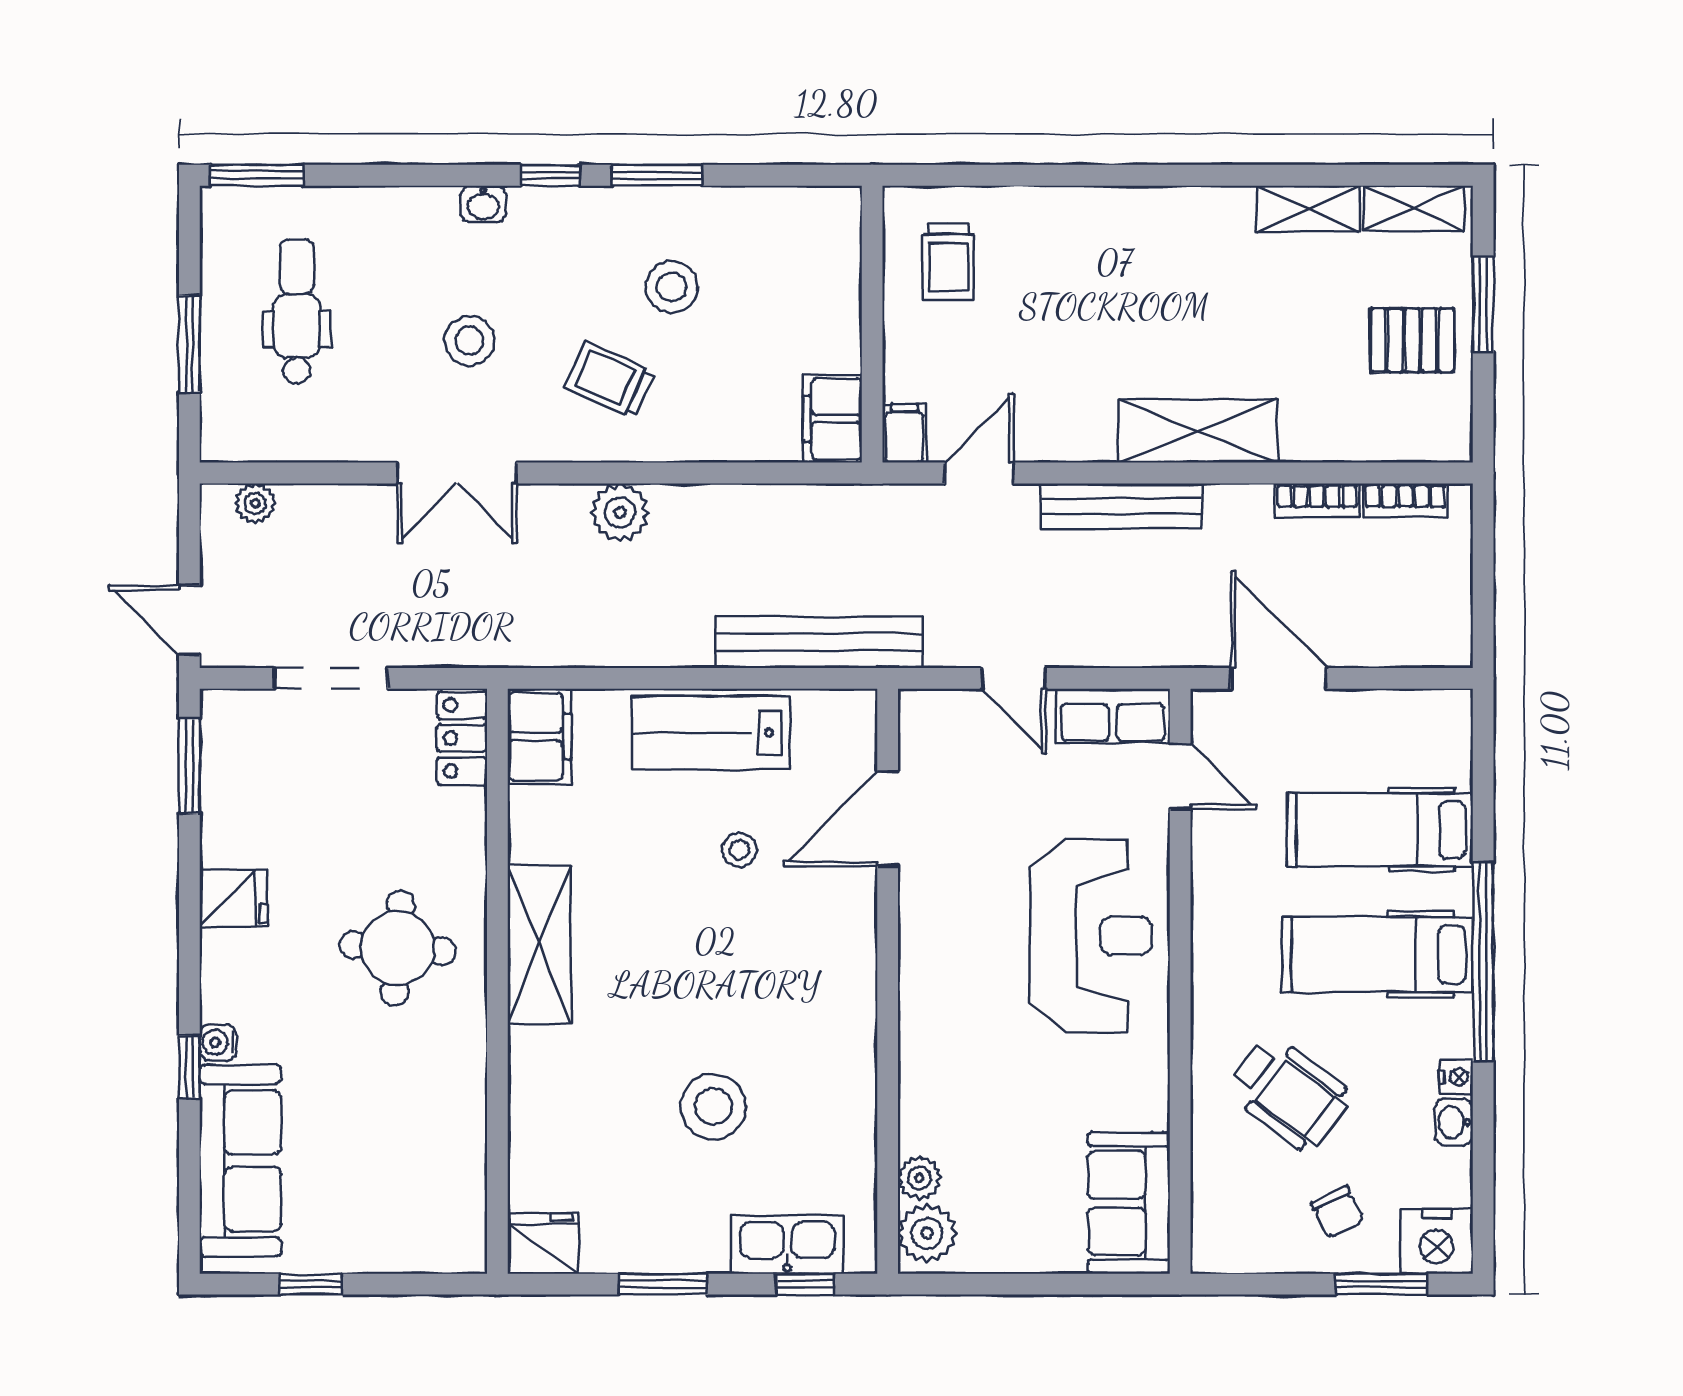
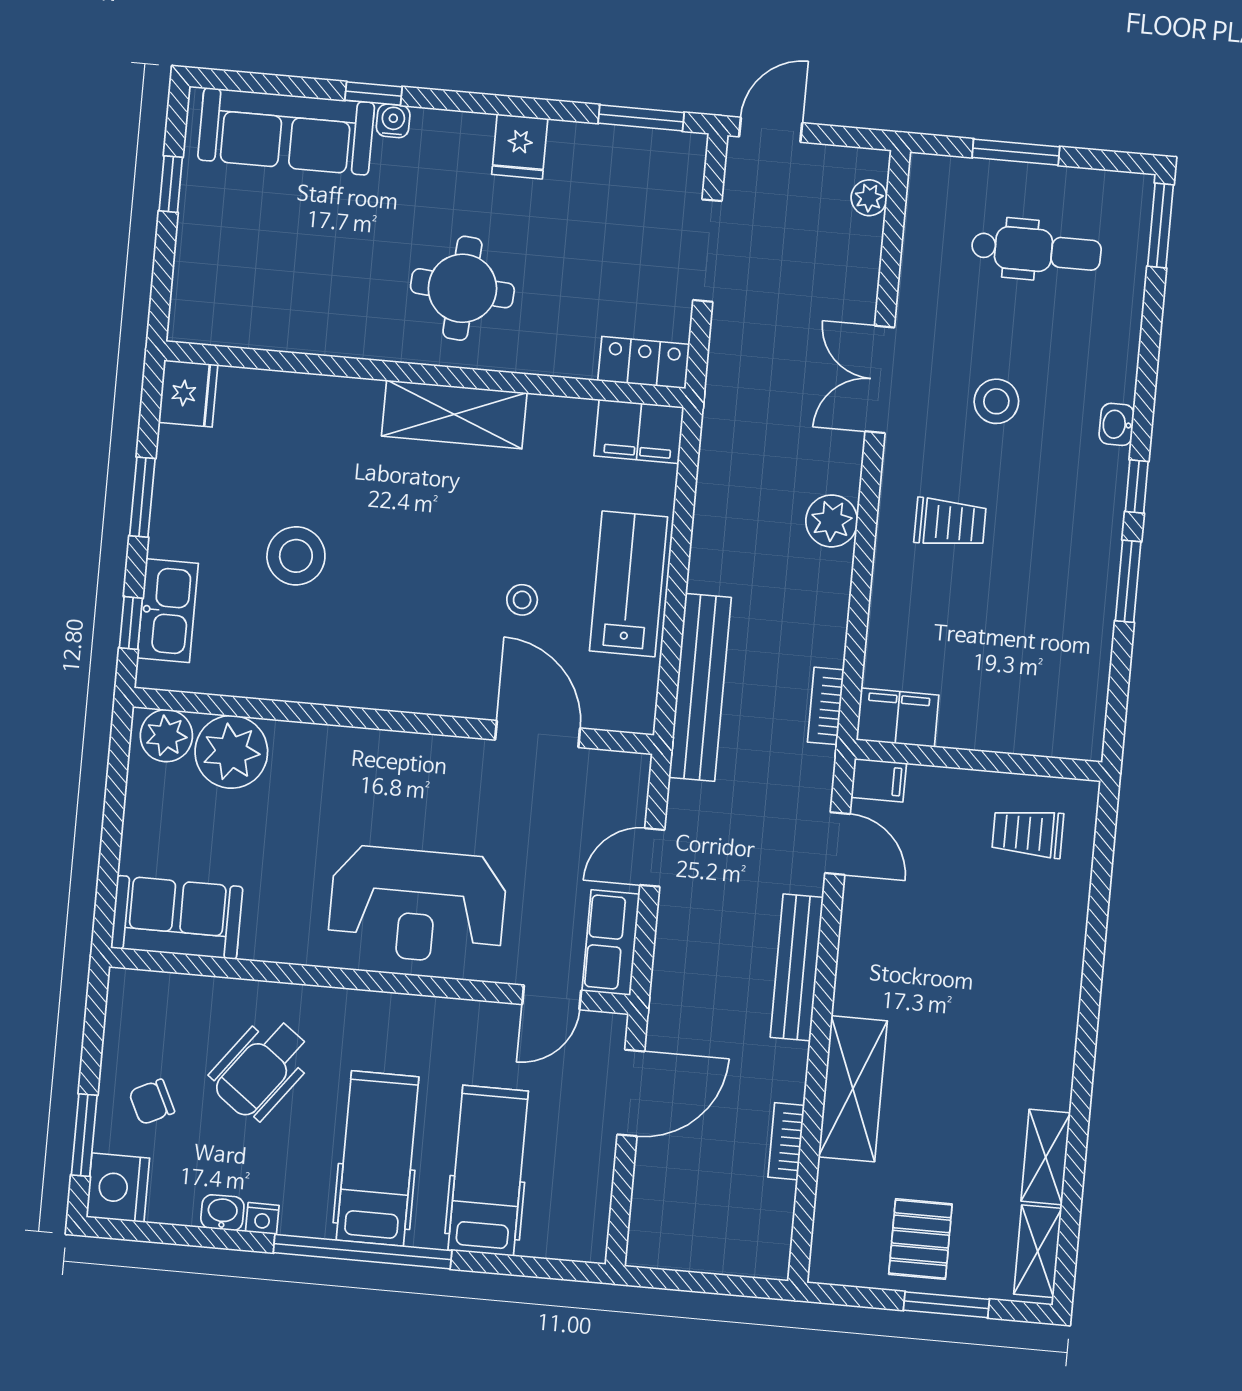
stool: (671, 287) -> (1028, 585), removed
trolley: (610, 380) -> (950, 523), turned 66
shelving: (1198, 431) -> (853, 1089), moved
bookcase: (1405, 500) -> (826, 706), moved
plant: (920, 1178) -> (231, 752), width x1.88, depth x1.88

